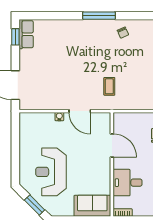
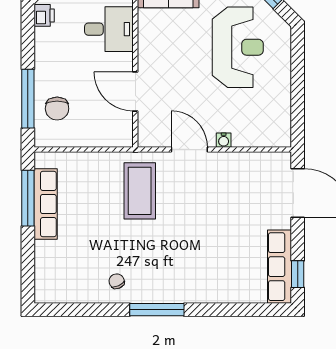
row of seats: (26, 34) -> (279, 267), width x1.48
coffee table: (109, 86) -> (140, 191), width x1.86, depth x1.72

